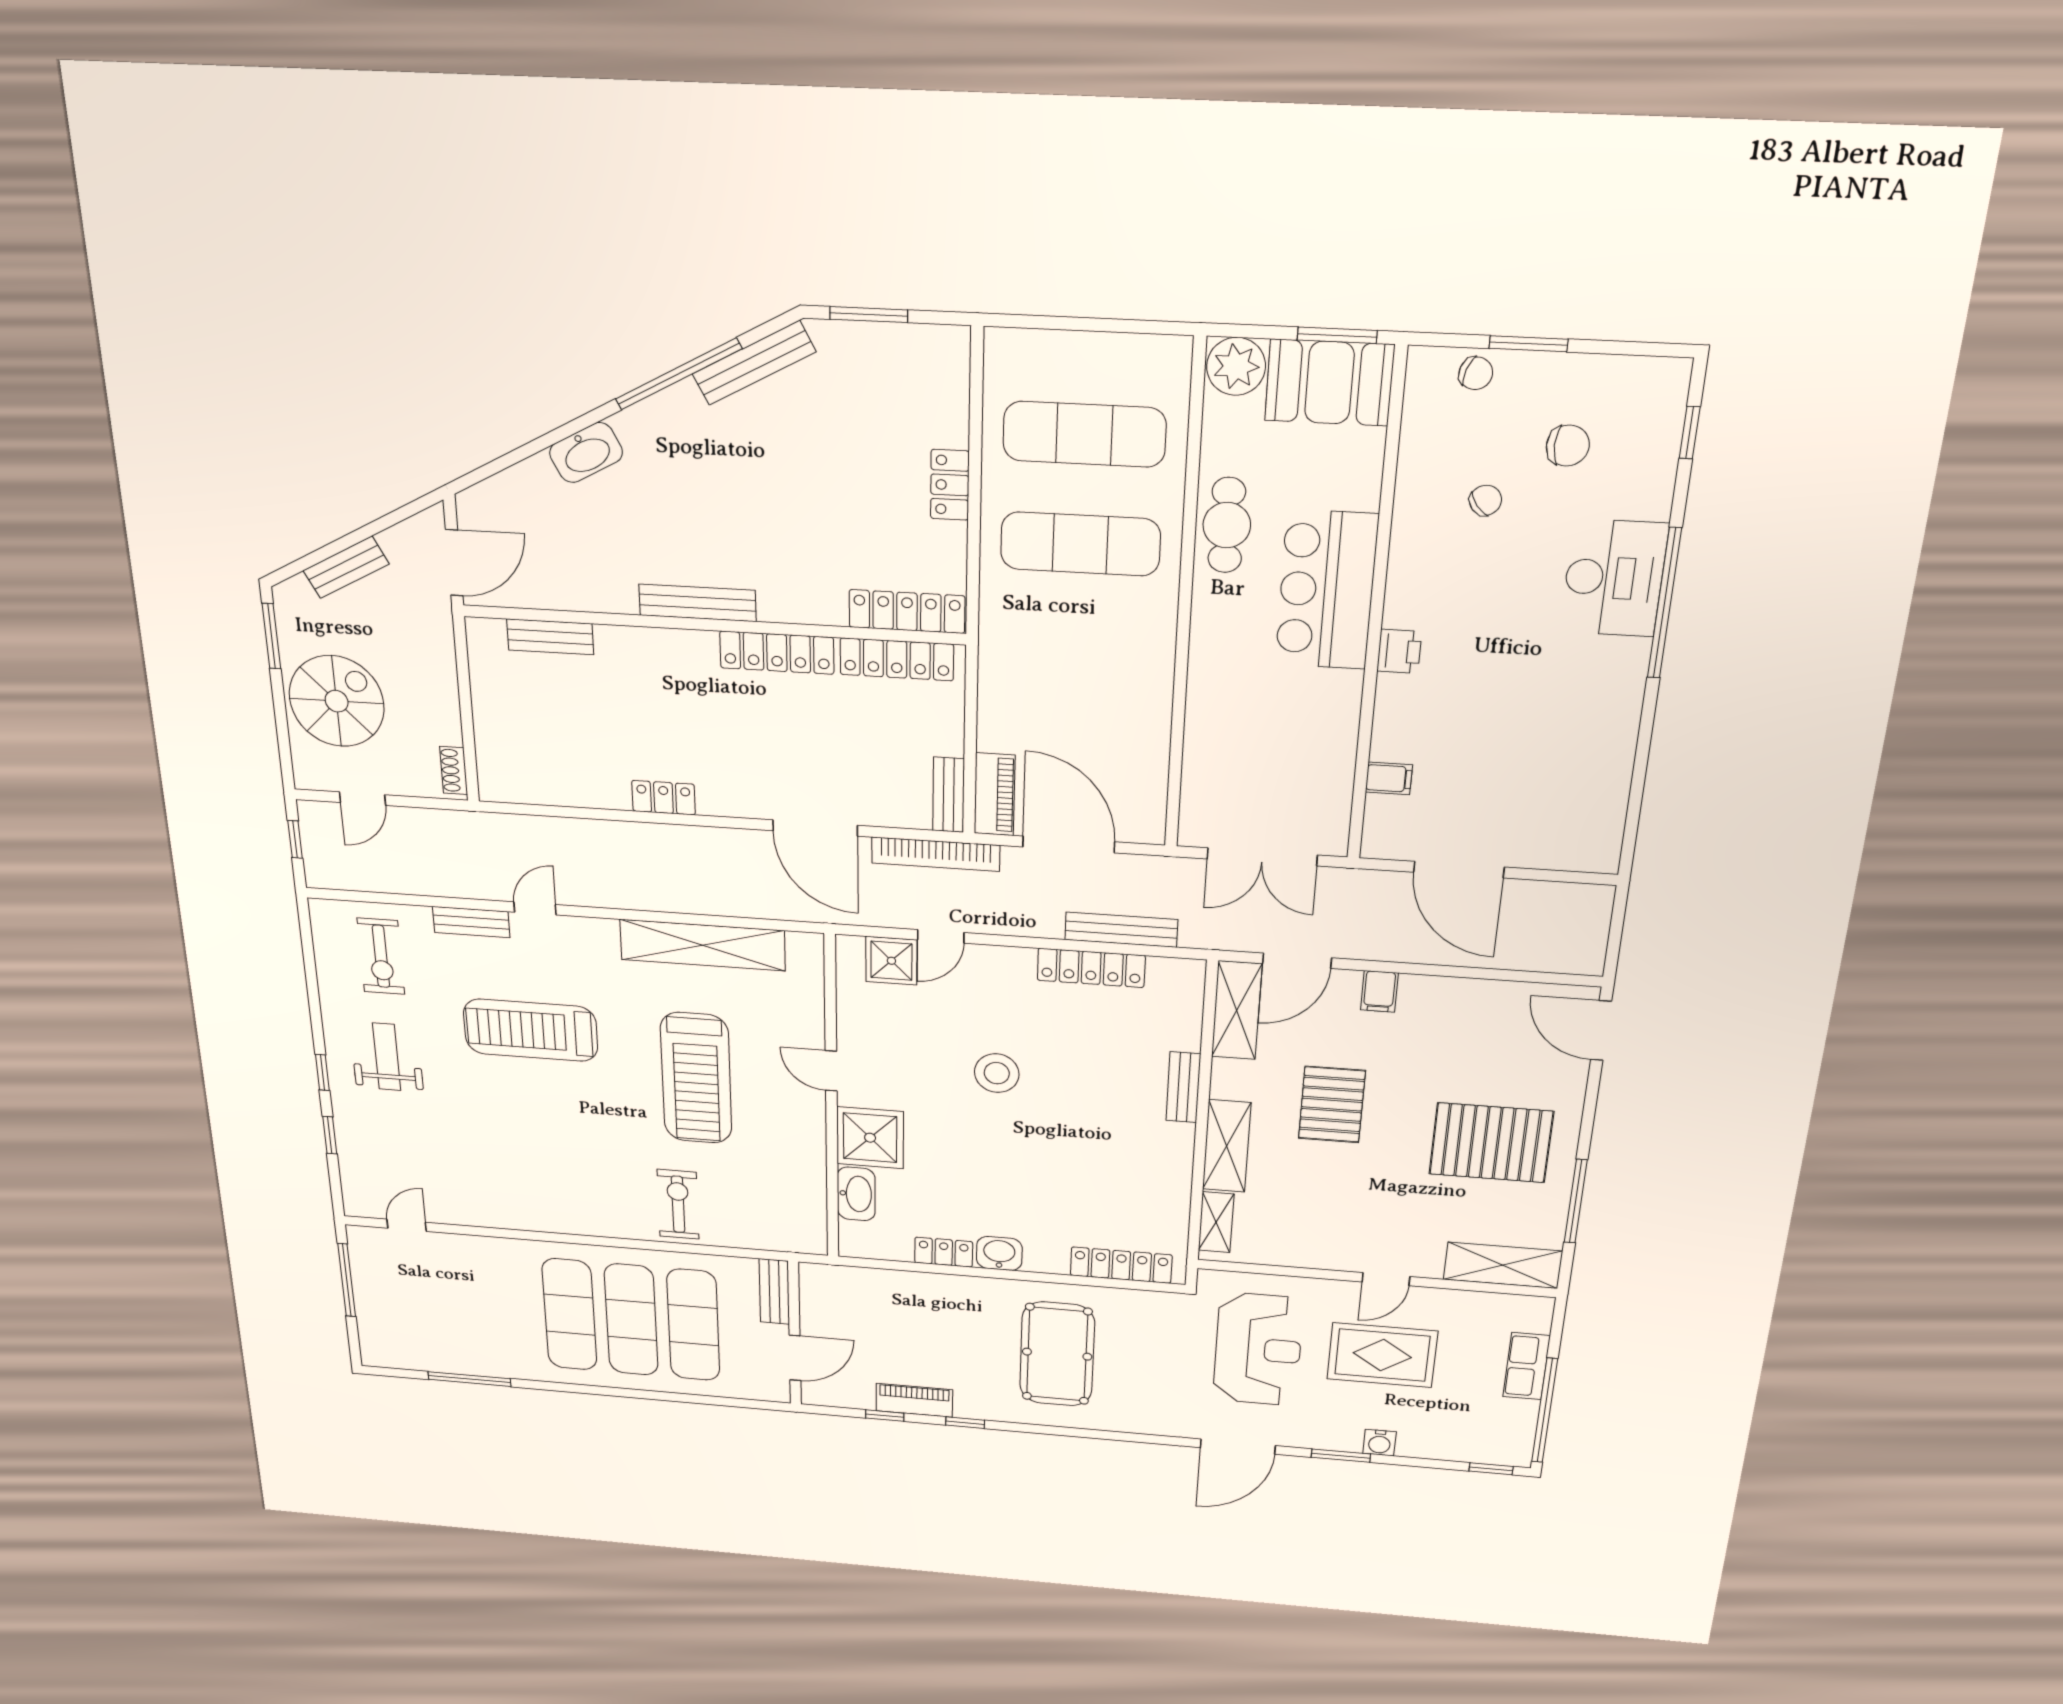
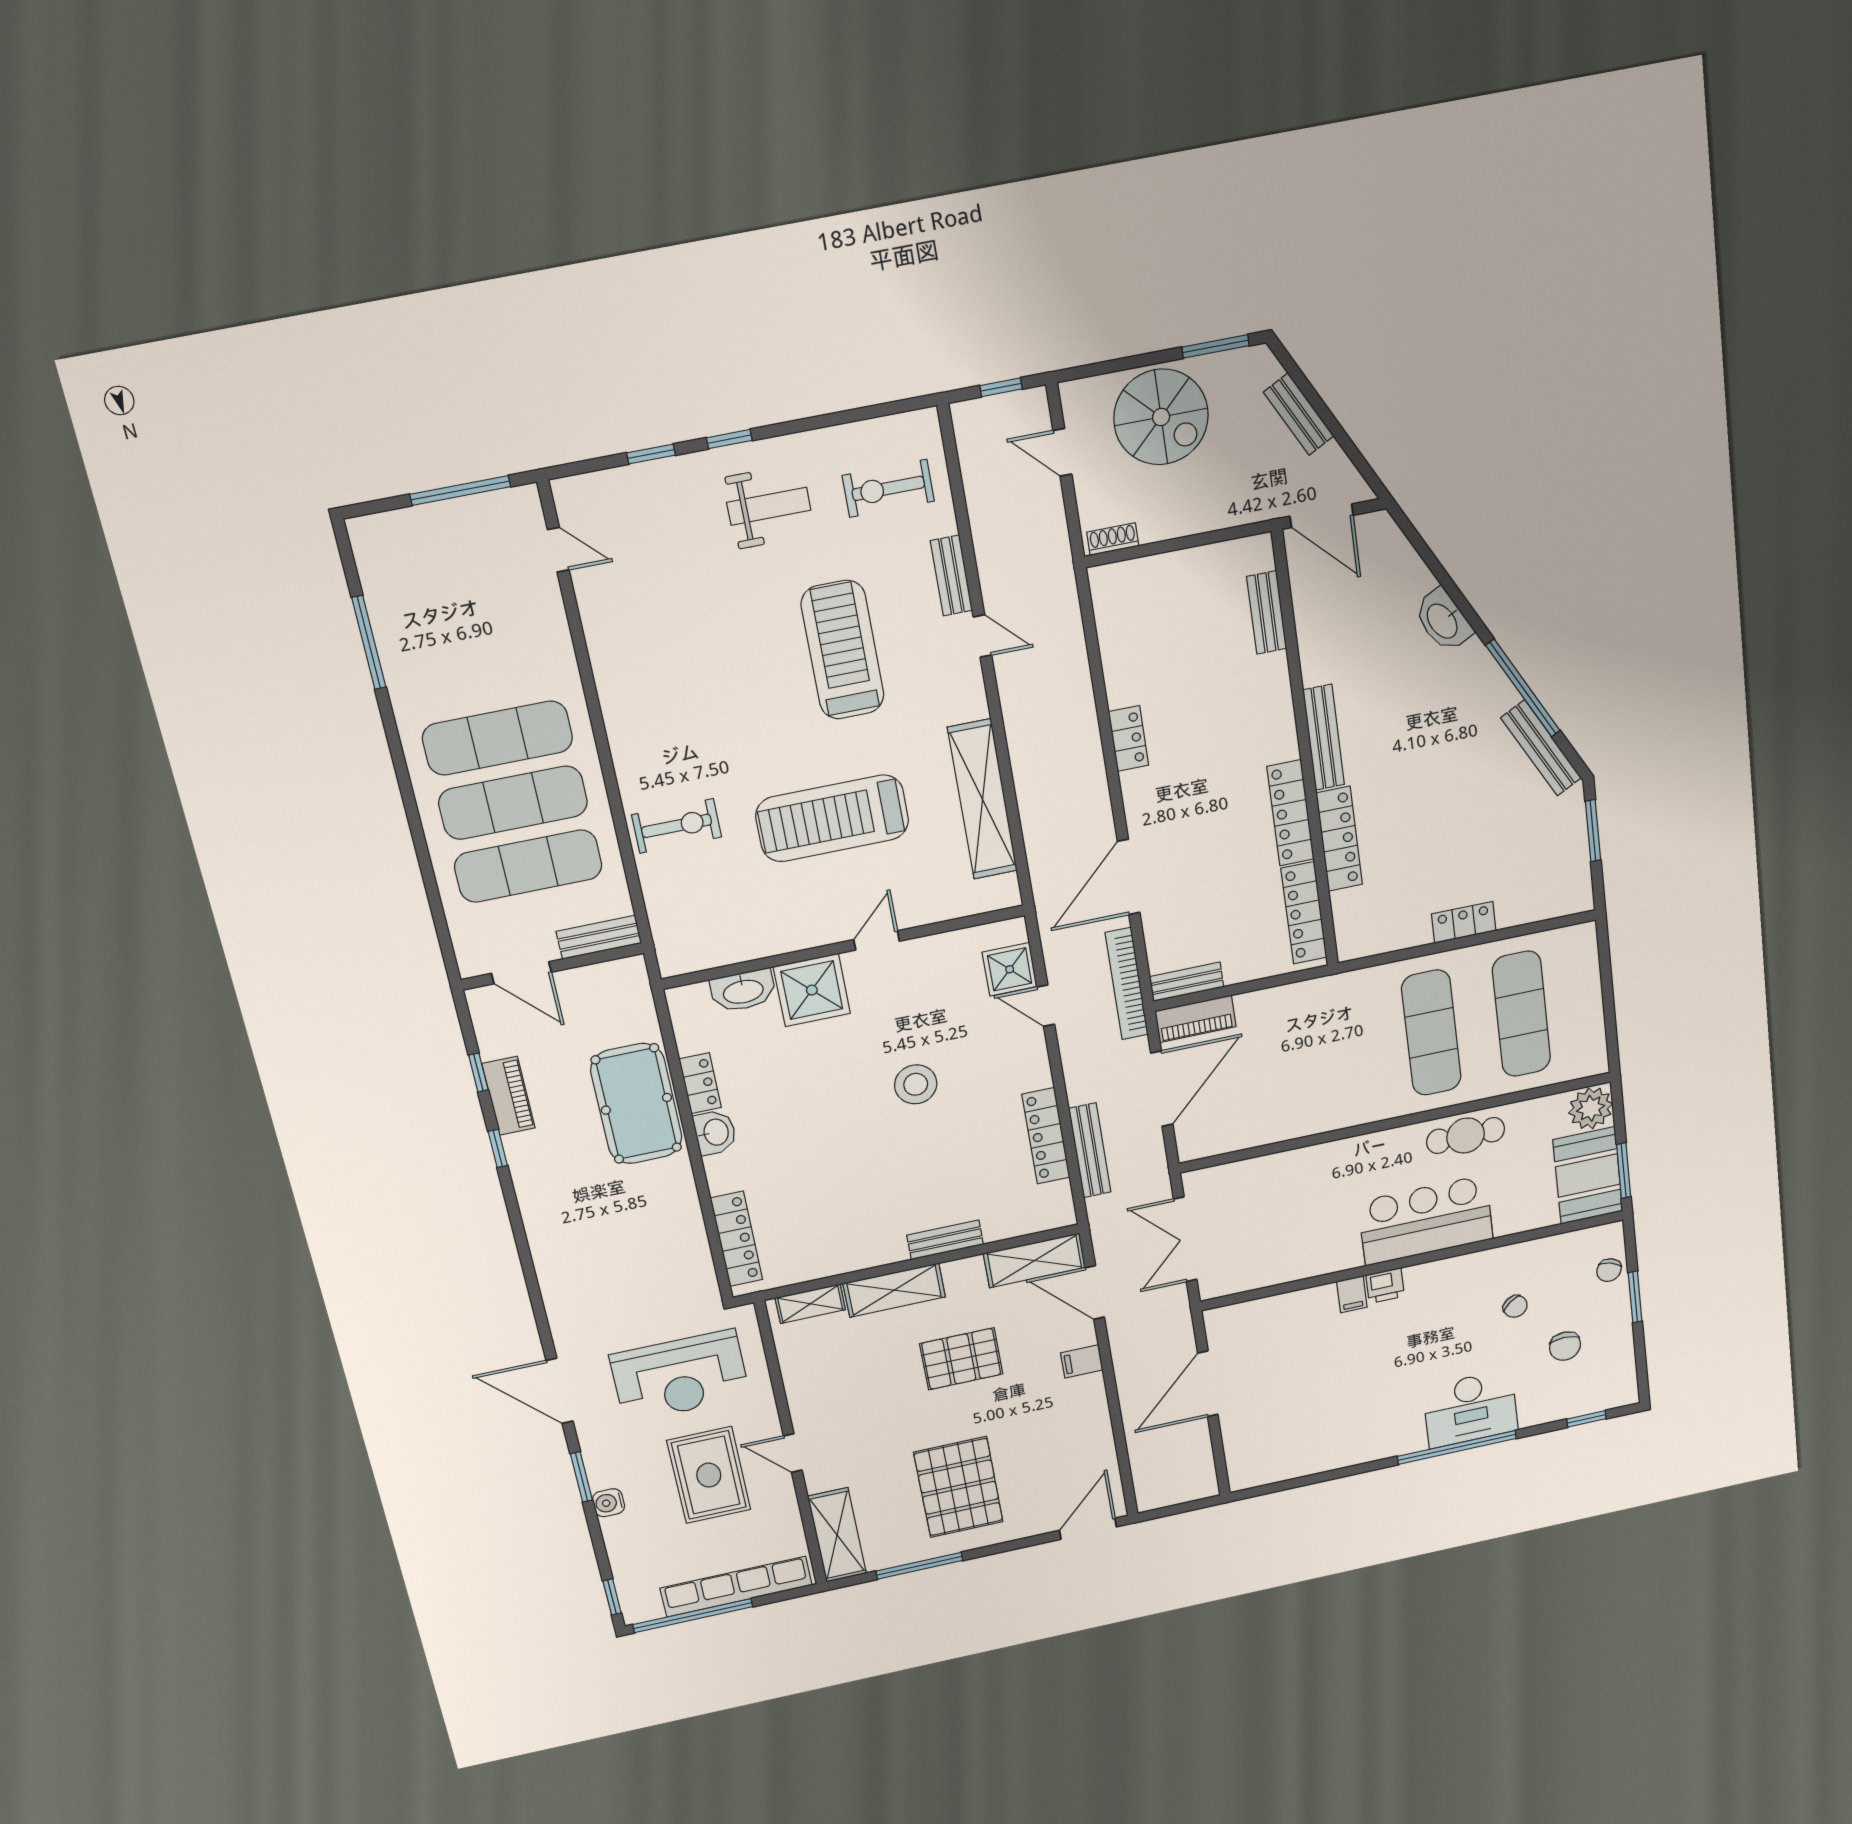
locker: (907, 612) -> (1339, 839), moved
filing cabinet: (1389, 778) -> (1352, 1294), moved
pool table: (1057, 1354) -> (636, 1104), moved, turned 90
row of seats: (1527, 1366) -> (736, 1587), width x2.02

